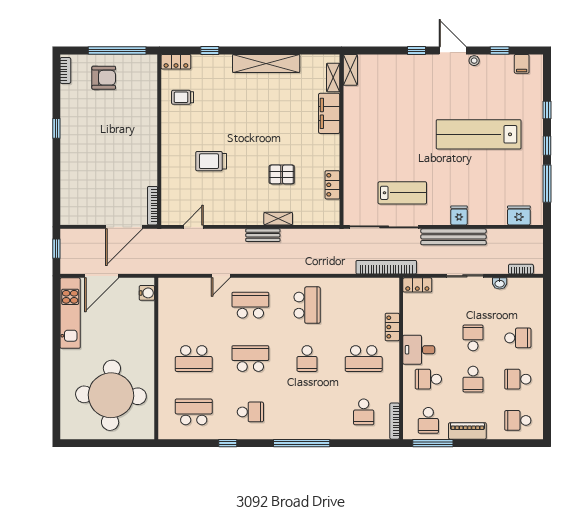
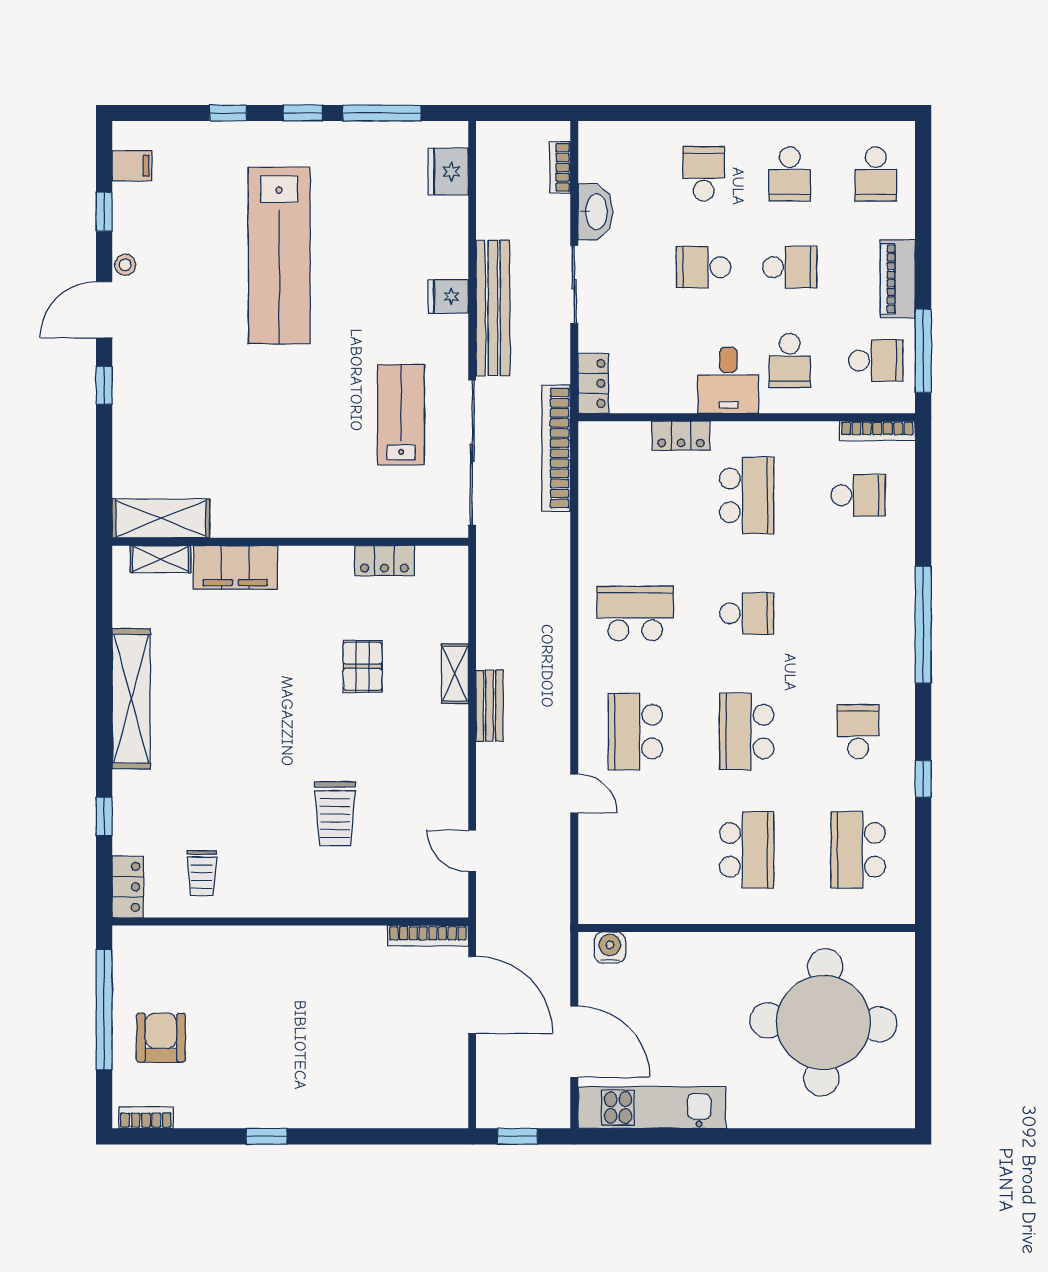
shelving: (350, 70) -> (161, 518), width x1.50, depth x1.33
washbasin: (500, 283) -> (595, 212), width x1.91, depth x1.45

